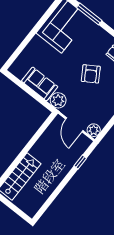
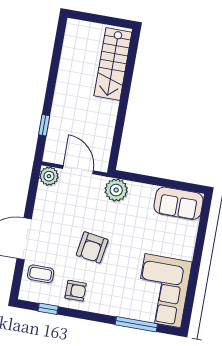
armchair: (91, 74) -> (92, 247), turned -139
sofa: (40, 84) -> (178, 203), moved

